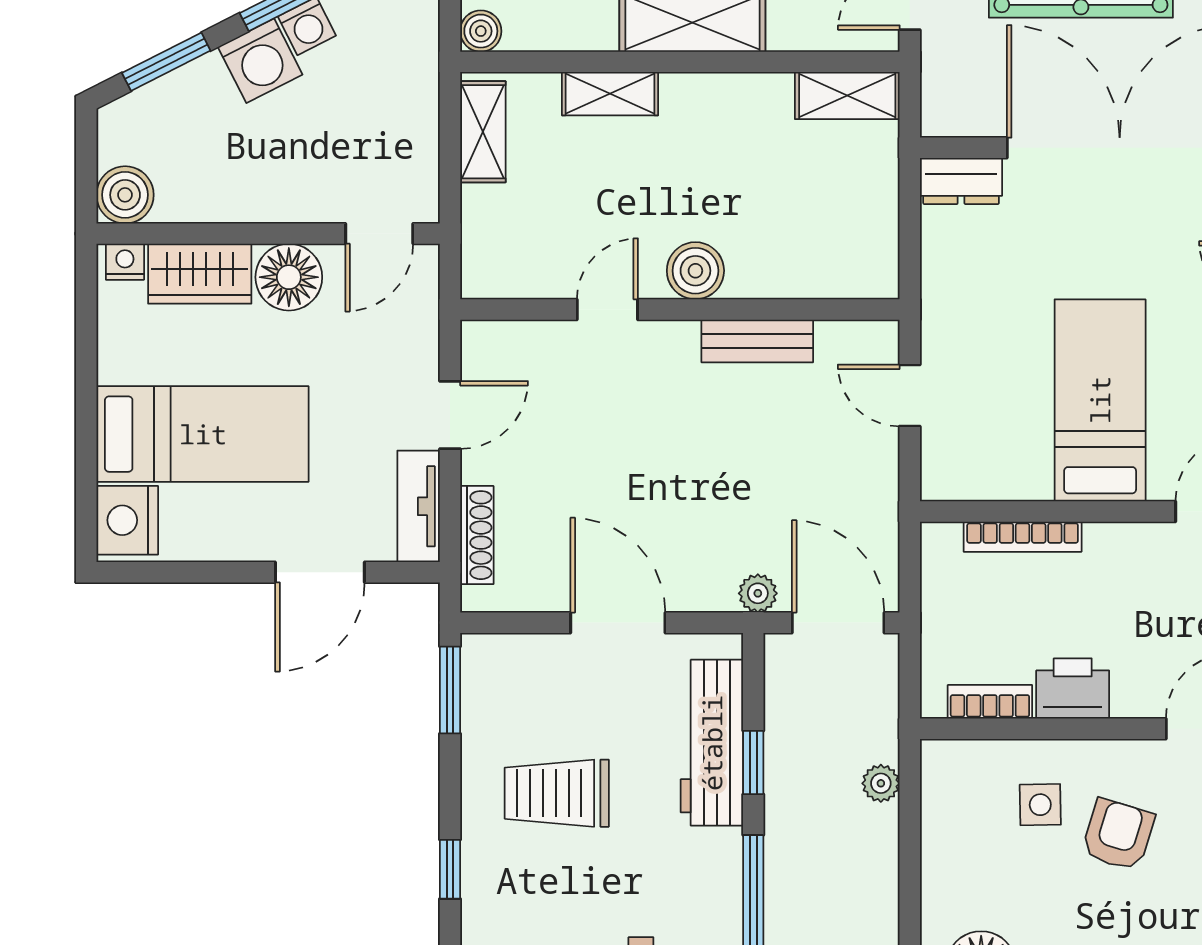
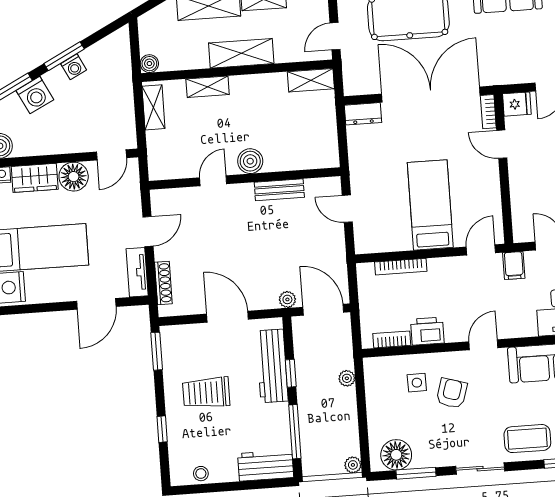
washing machine: (260, 61) -> (35, 95), moved

